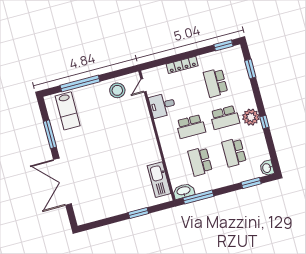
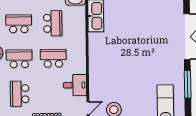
school desk: (216, 83) -> (20, 94), turned 180
school desk: (234, 152) -> (19, 24), turned -90

